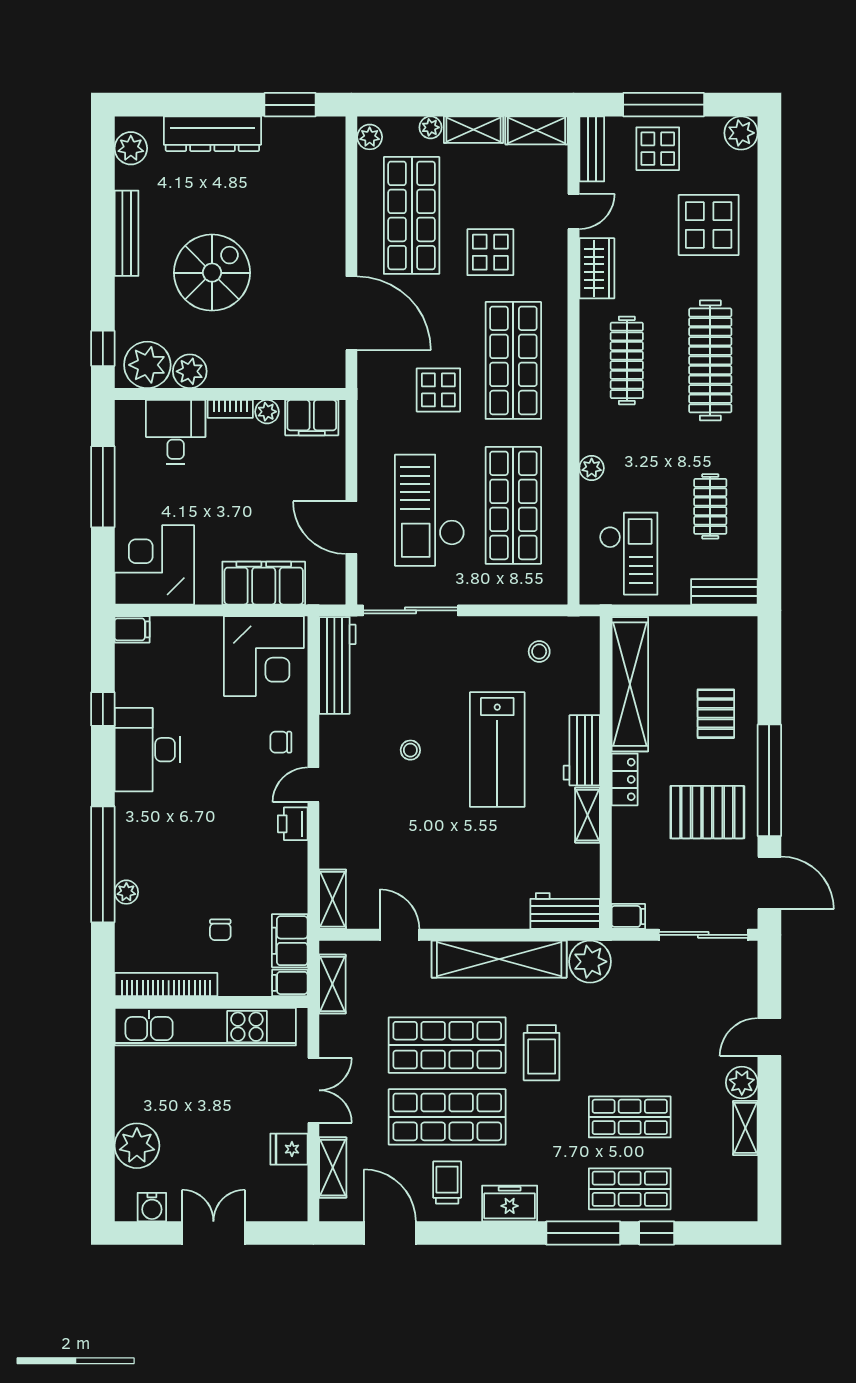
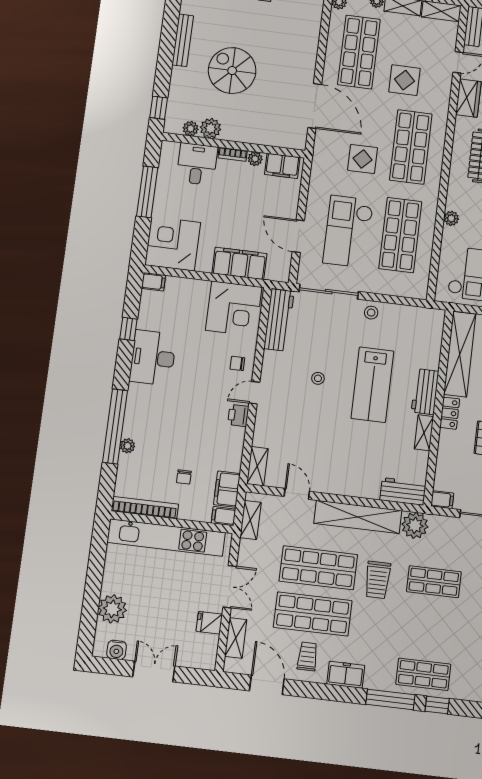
spiral stairs: (212, 273) -> (232, 71), turned -90
plant: (147, 365) -> (191, 129), width x0.53, depth x0.53
stool: (539, 652) -> (371, 313), moved
shop shelf: (630, 1117) -> (434, 582), moved

